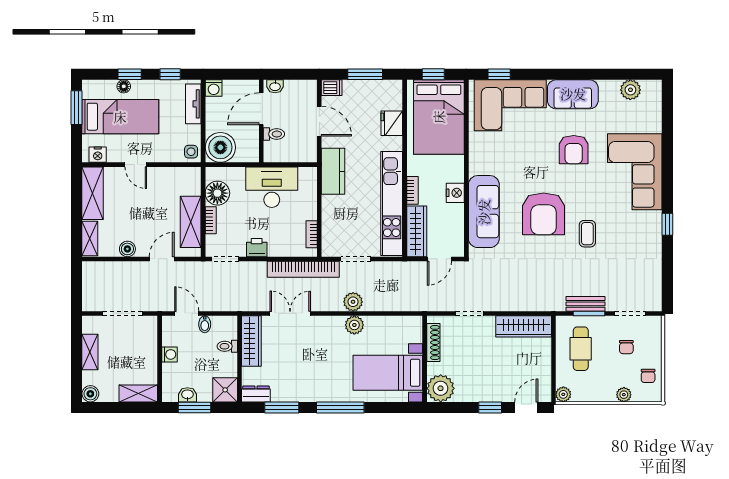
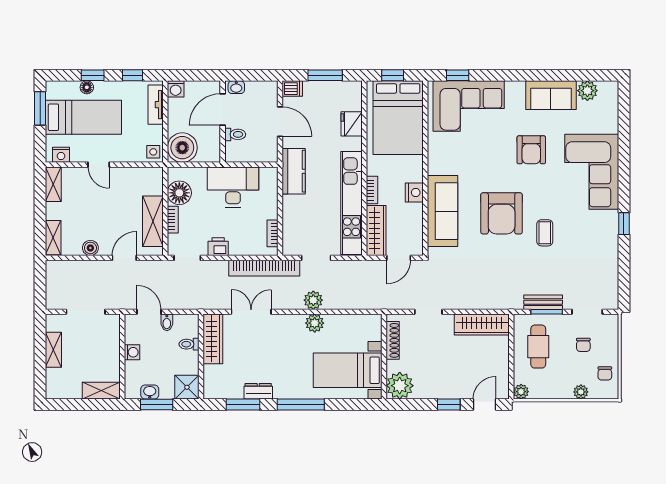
sofa: (573, 94) -> (551, 95), moved
shelving: (92, 193) -> (53, 184), width x0.67, depth x0.75
boiler: (90, 394) -> (54, 391), removed
dresser: (256, 394) -> (258, 391), moved

